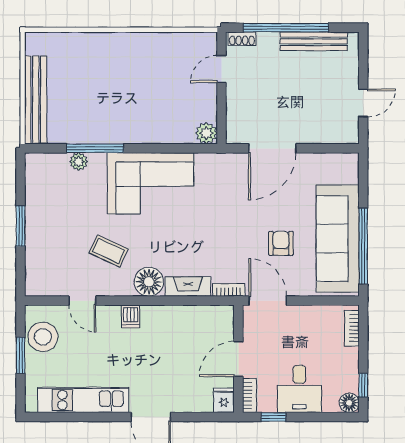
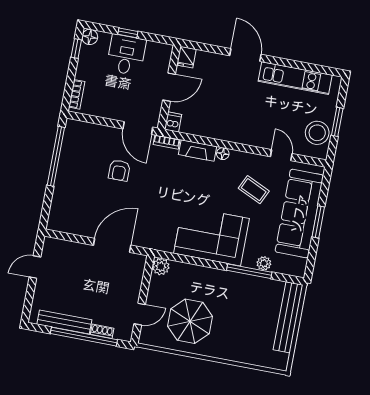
shoe rack: (242, 39) -> (102, 331), moved
parasol: (157, 72) -> (190, 321), added
sofa: (338, 239) -> (299, 213), moved, turned 180
floor lamp: (149, 282) -> (223, 154), width x0.53, depth x0.53
dishwasher: (131, 316) -> (173, 122), moved
bookcase: (250, 395) -> (166, 57), removed
window: (273, 417) -> (128, 33), moved

